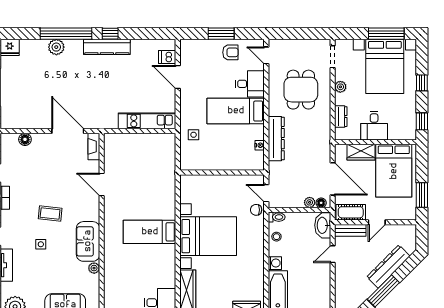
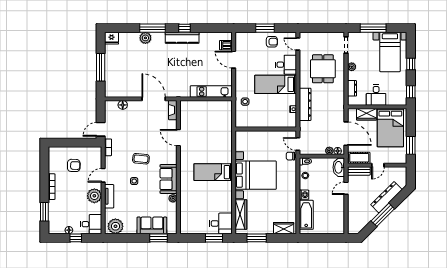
window: (66, 34) -> (152, 28), width x0.68
window: (386, 34) -> (373, 28), moved
bed with nightstands: (385, 66) -> (390, 52), width x0.73

